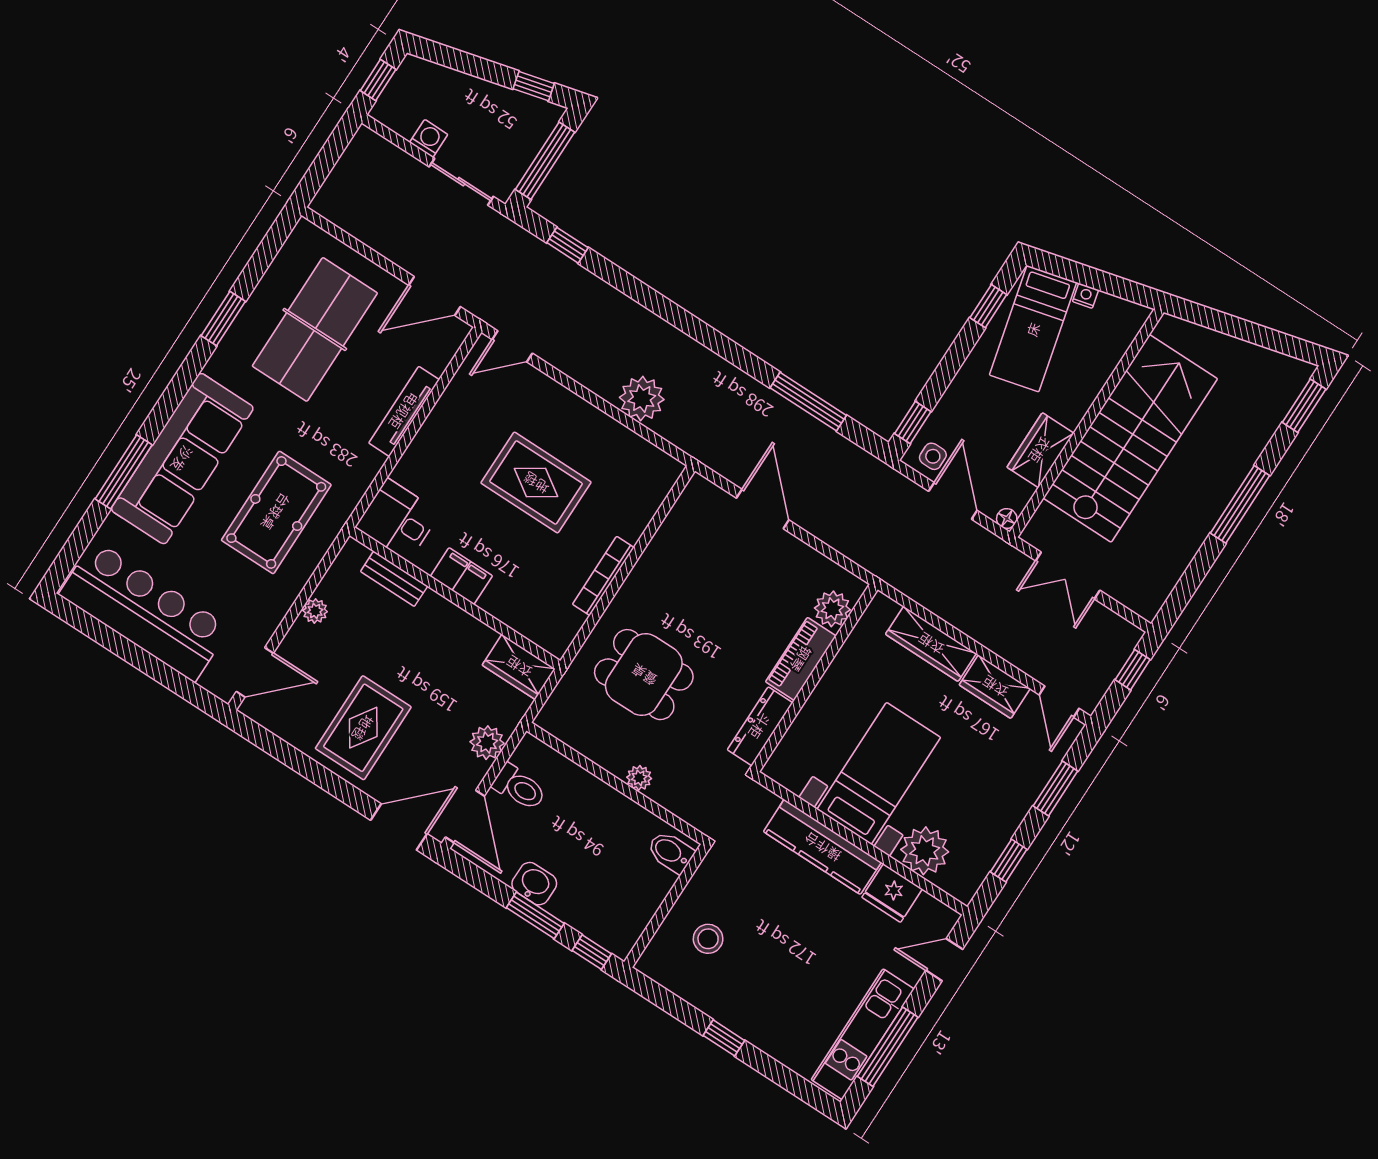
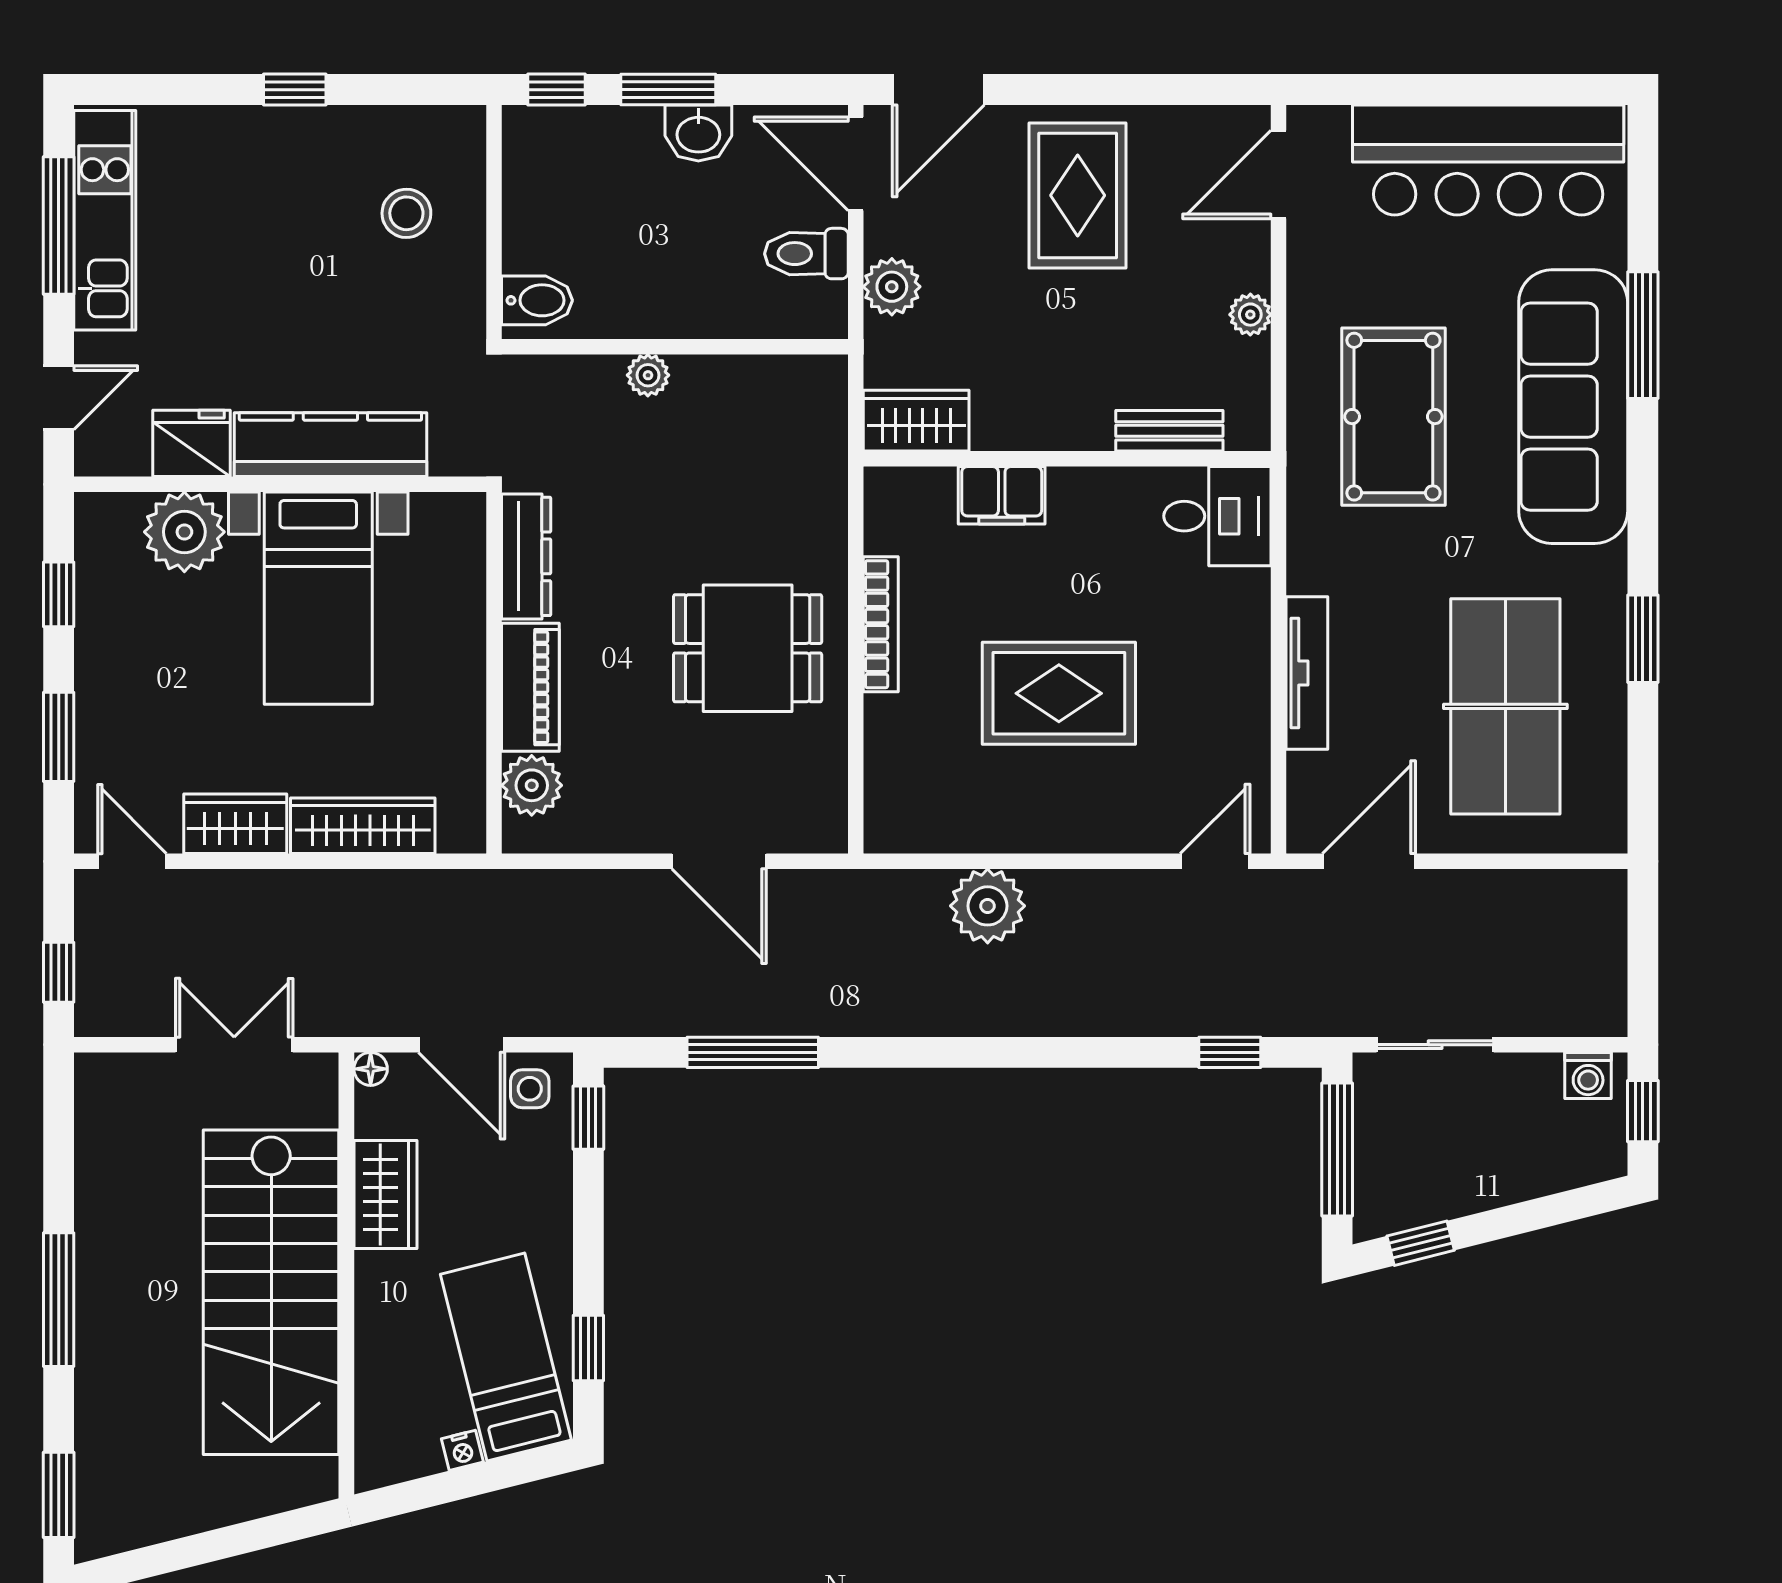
washing machine: (429, 138) -> (1588, 1075), moved
filing cabinet: (461, 576) -> (1002, 495), moved
dining table: (644, 675) -> (748, 648), moved

